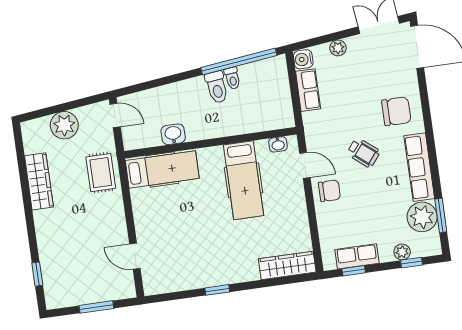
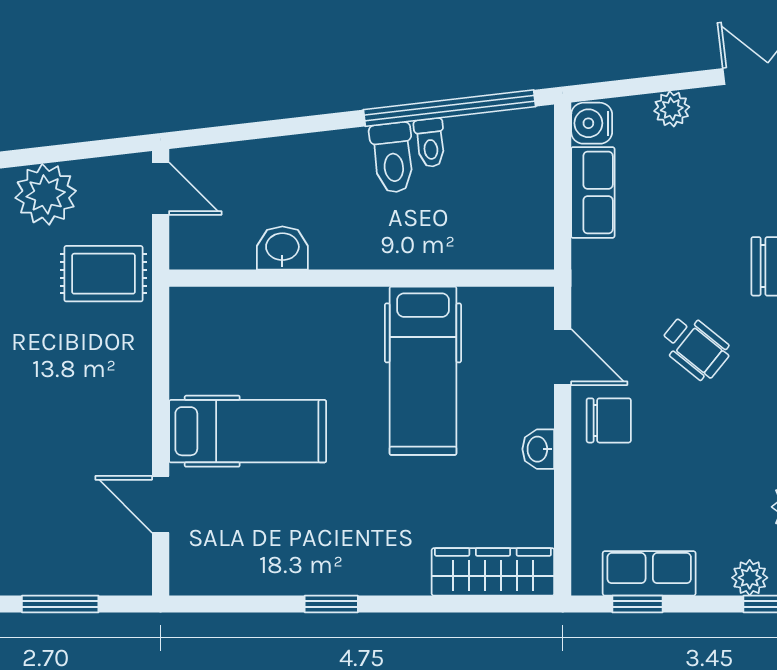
washbasin: (278, 144) -> (538, 449), moved, turned 90
hospital bed: (162, 169) -> (248, 431), moved
rug: (101, 173) -> (103, 274), moved, turned 90

